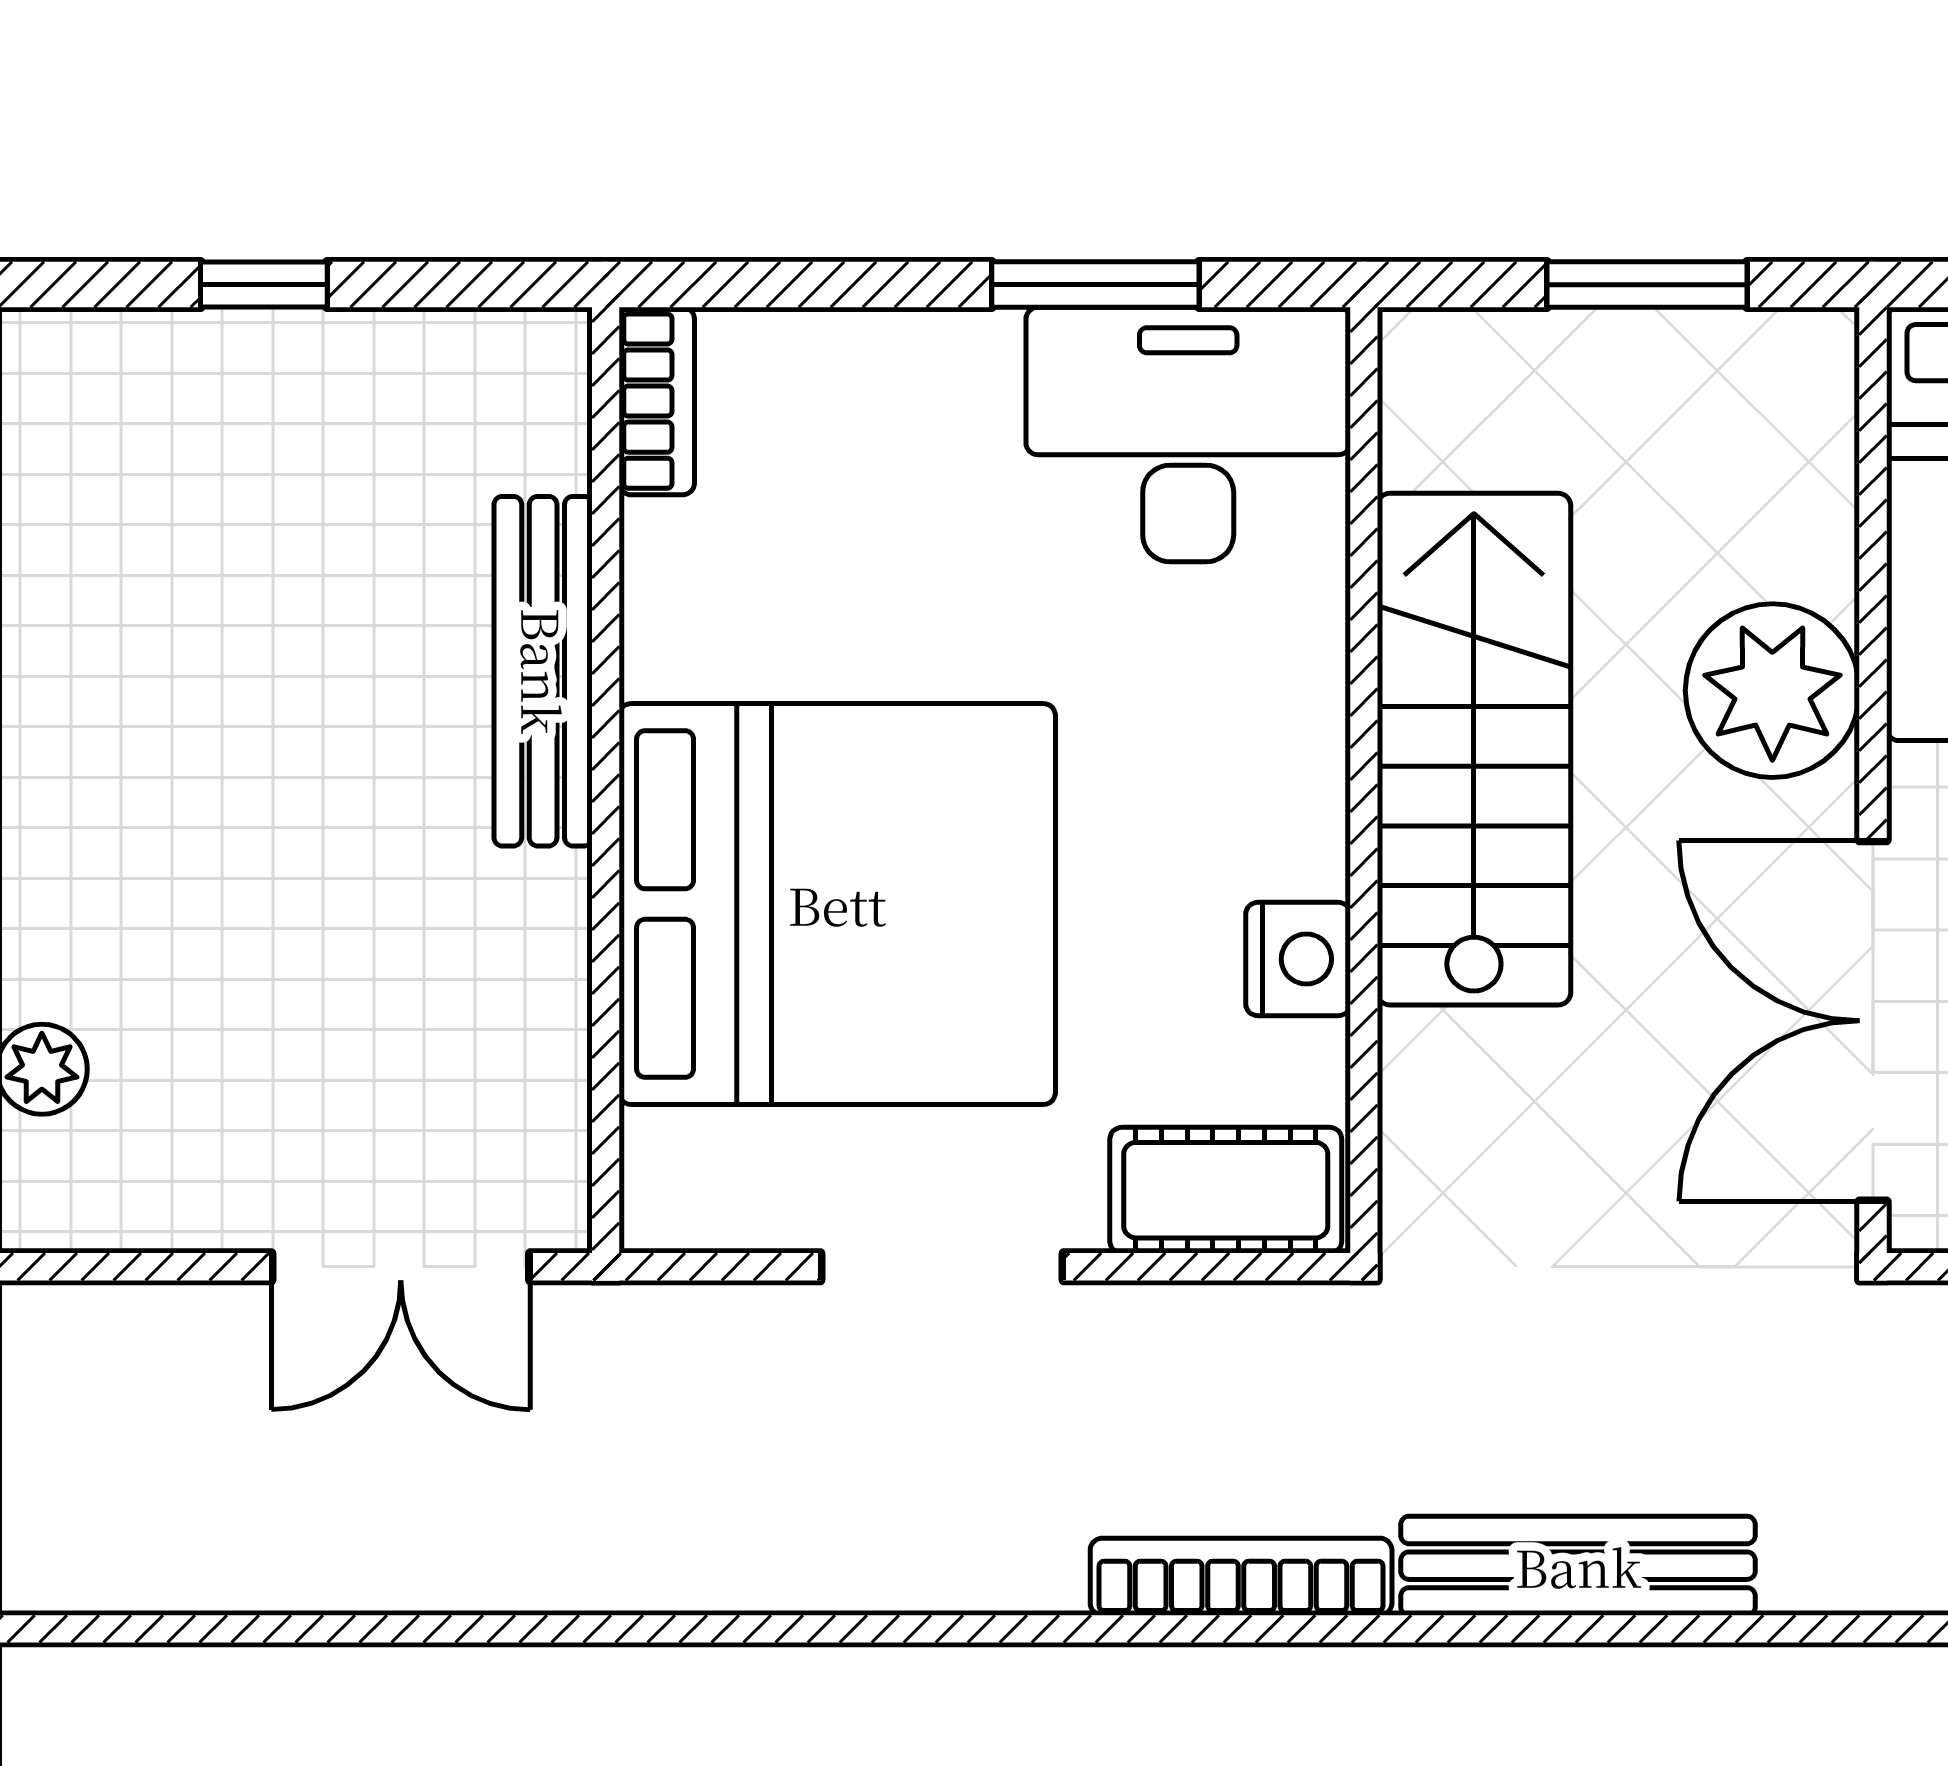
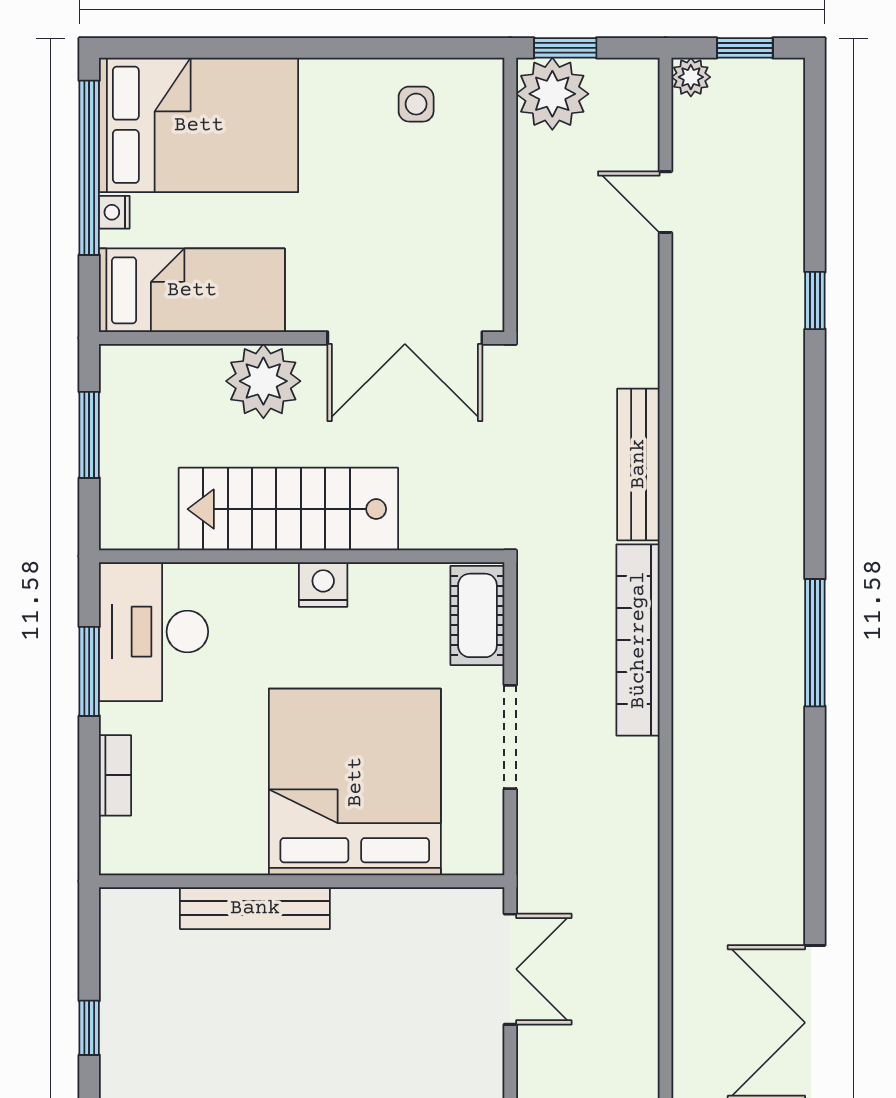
bookcase: (657, 401) -> (115, 775), moved, turned 90
nightstand: (1298, 959) -> (323, 584), moved
bookcase: (1241, 1577) -> (638, 640), width x1.48, depth x1.31

